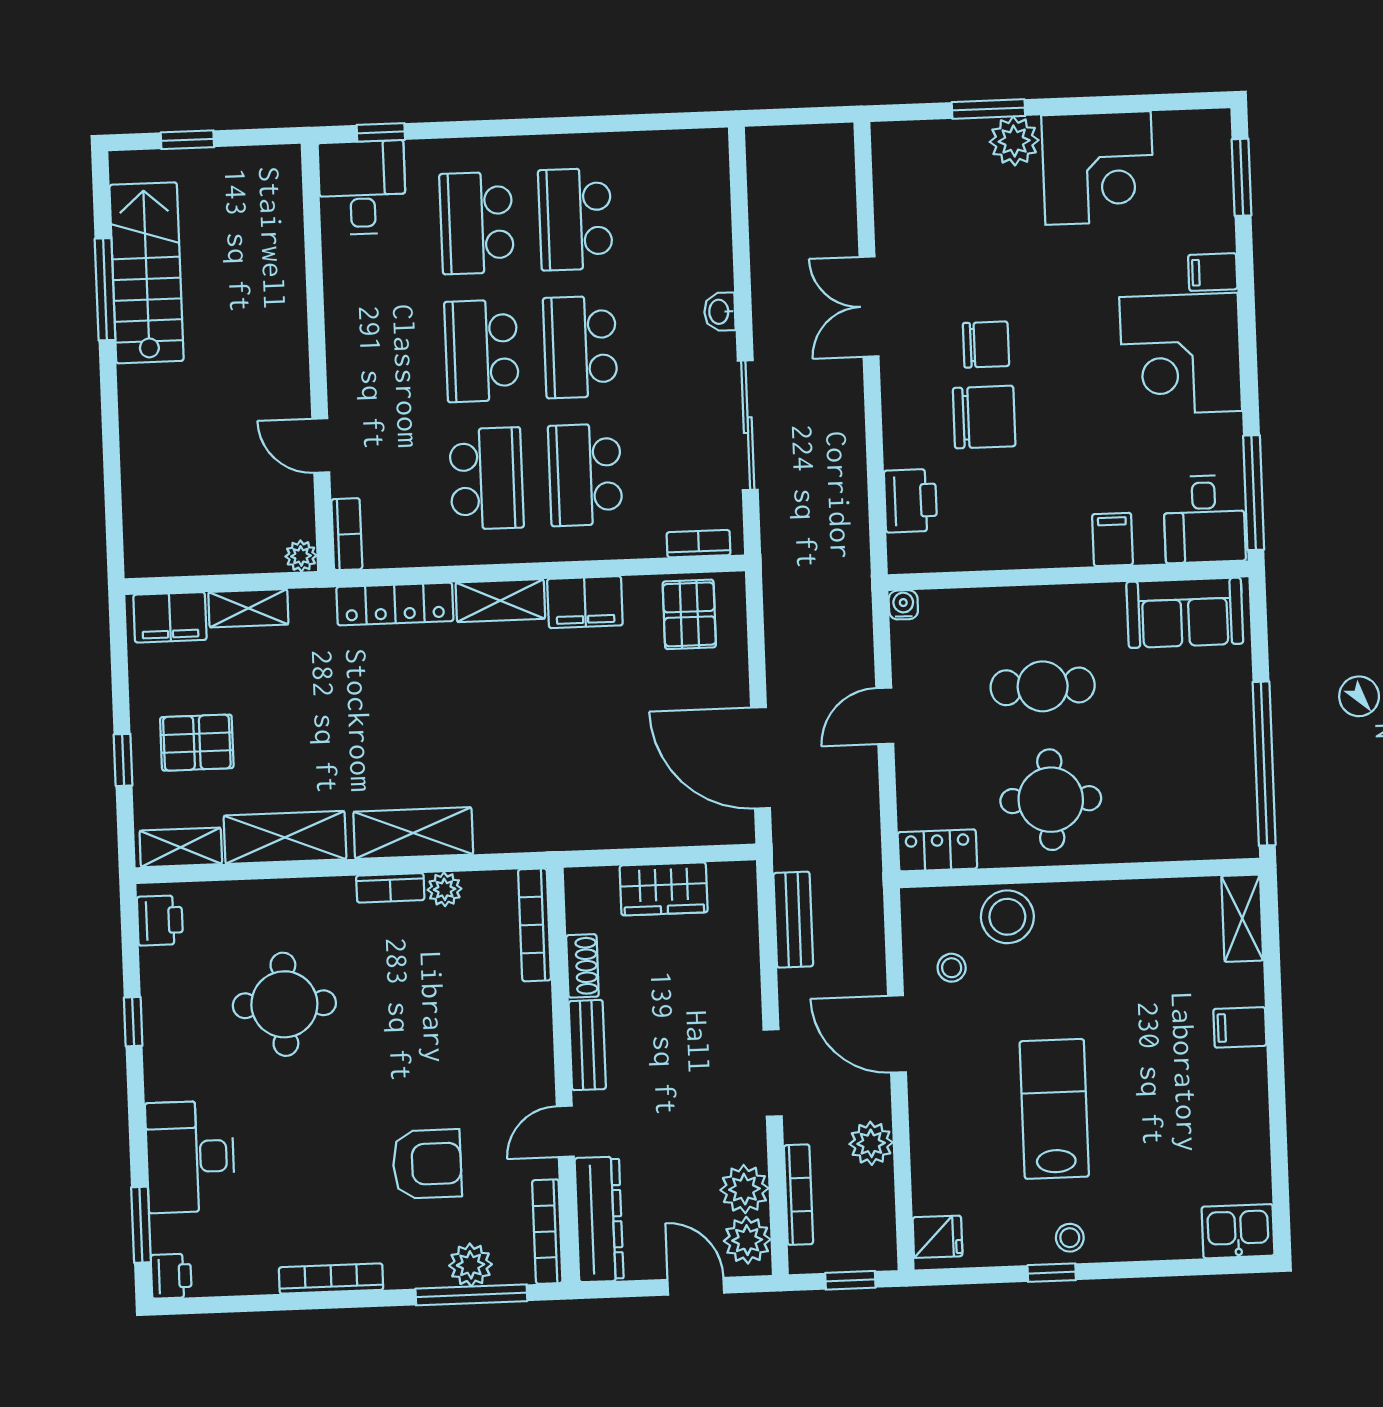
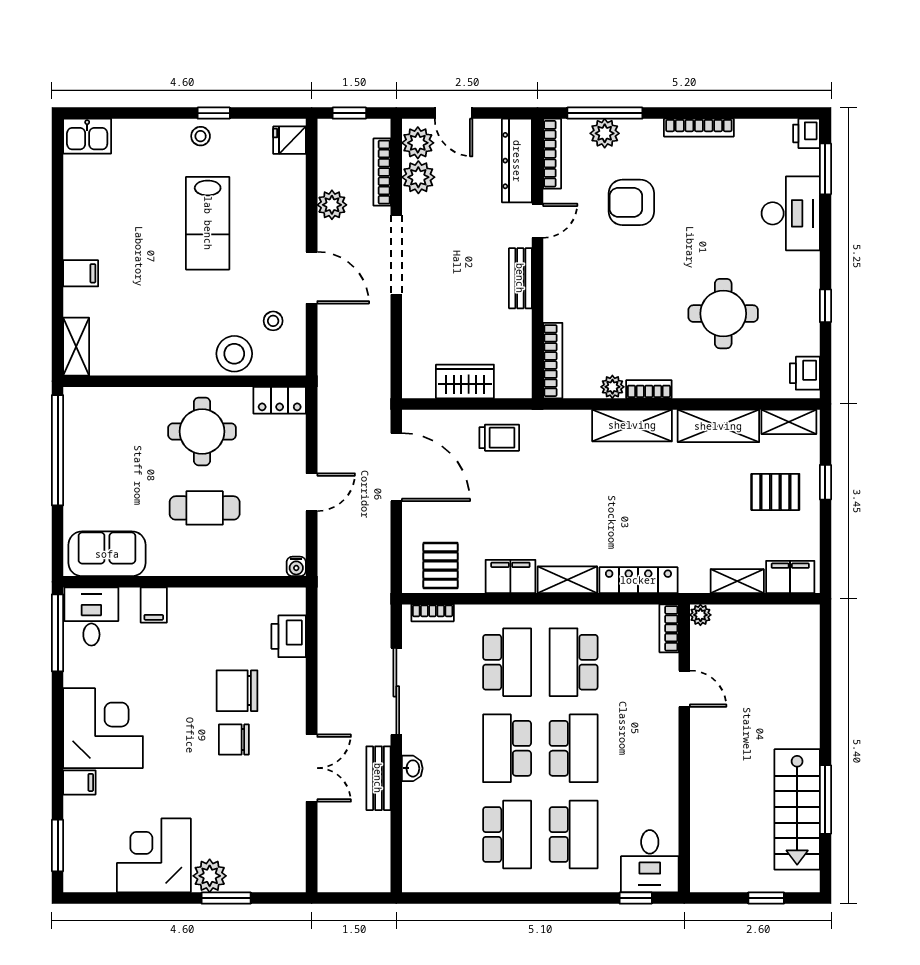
school desk: (580, 347) -> (507, 748), turned 180
trolley: (610, 807) -> (499, 438), added
bench: (793, 920) -> (378, 778), moved
shoe rack: (582, 966) -> (522, 332), removed
doorway: (773, 1073) -> (396, 255), width x1.36

